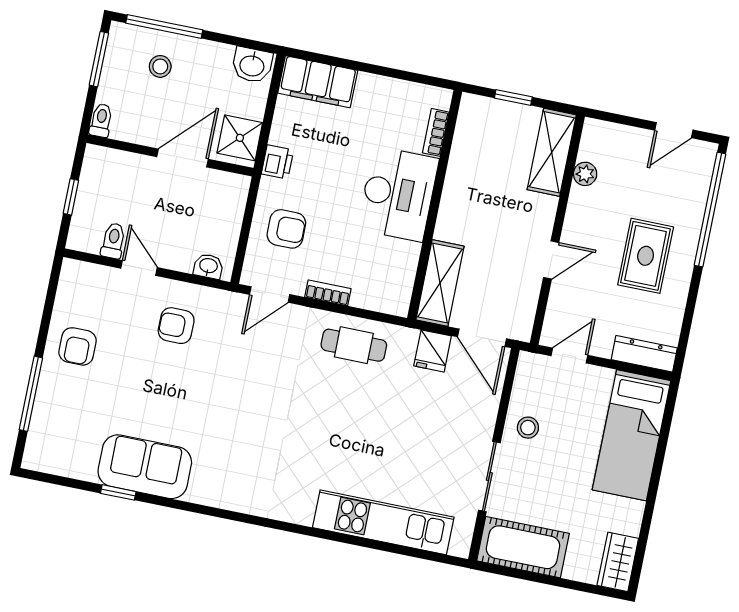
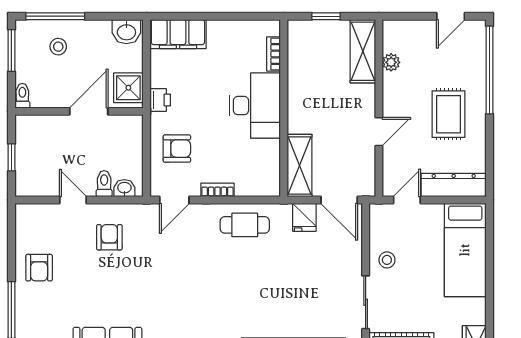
toilet: (113, 241) -> (104, 184), moved
armchair: (176, 326) -> (109, 237), turned 90
dresser: (644, 354) -> (454, 185), width x1.37, depth x1.24

